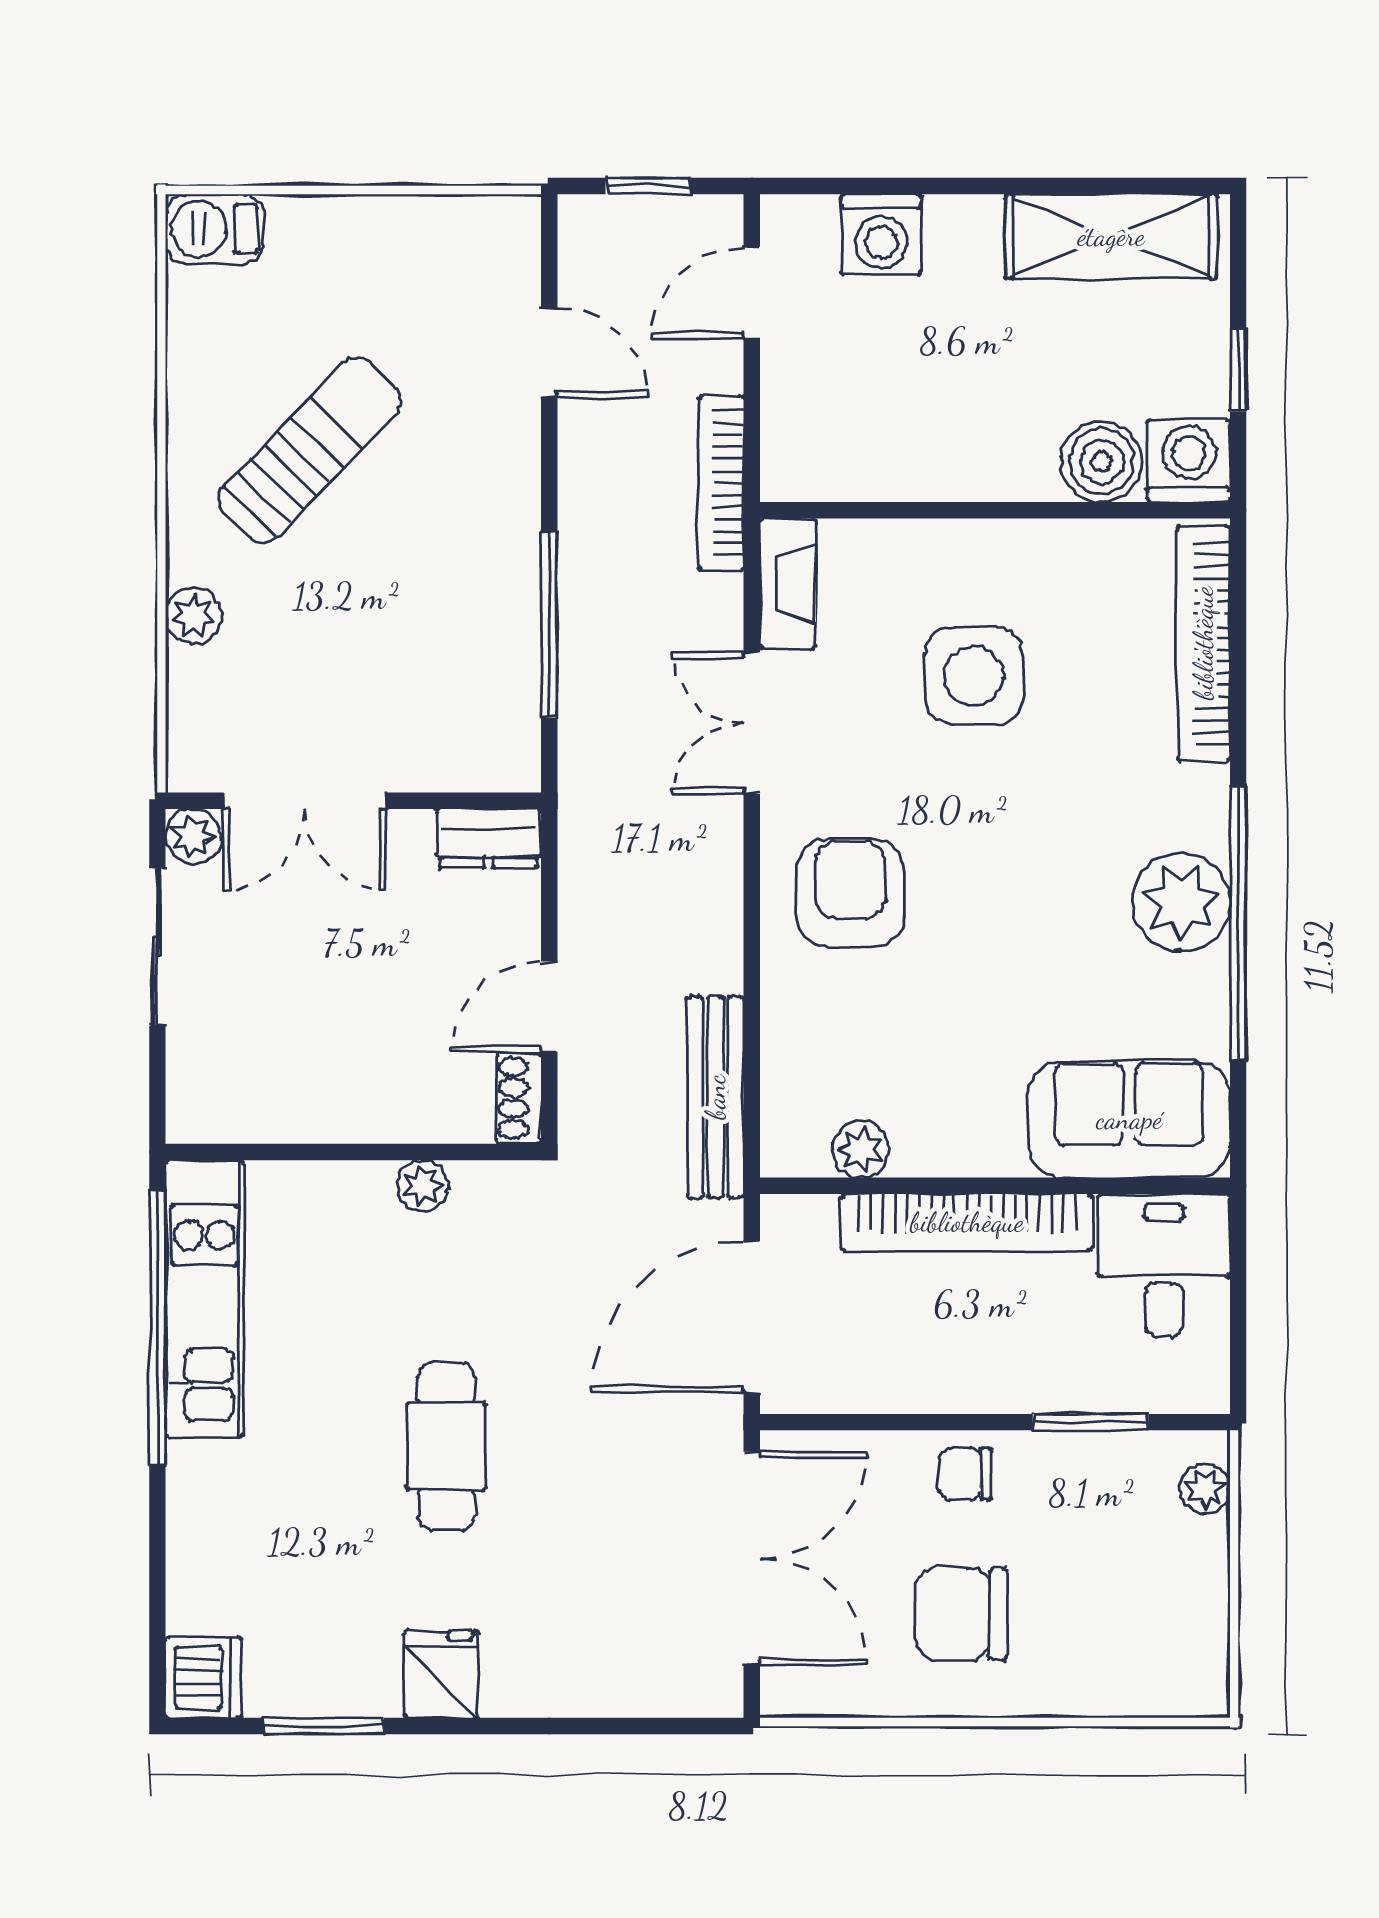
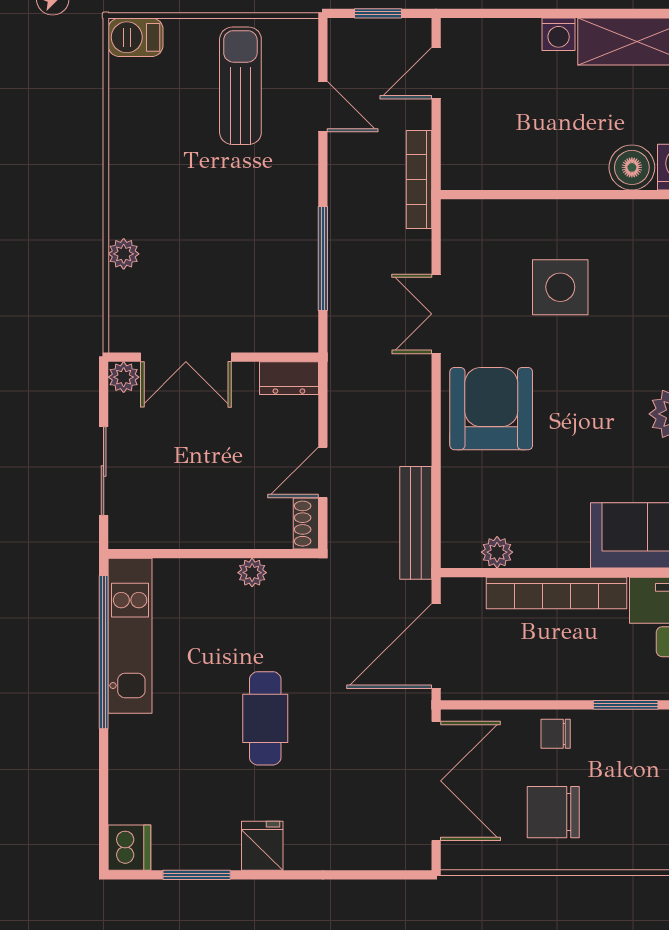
washing machine: (881, 234) -> (559, 34), moved, width x0.73, depth x0.73
sun lounger: (310, 450) -> (240, 86), moved, turned -44
fireplace: (788, 584) -> (456, 236), removed
armchair: (850, 893) -> (491, 409), width x1.36, depth x1.36
sliding door: (157, 947) -> (104, 471), moved

